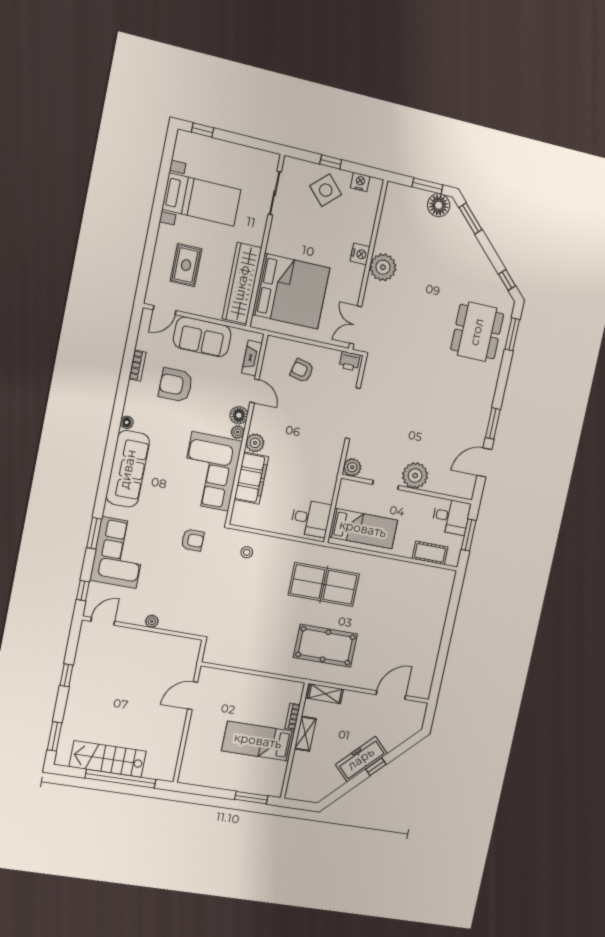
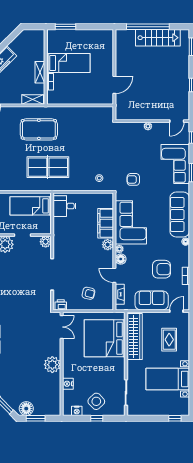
nightstand: (360, 254) -> (68, 384), moved

